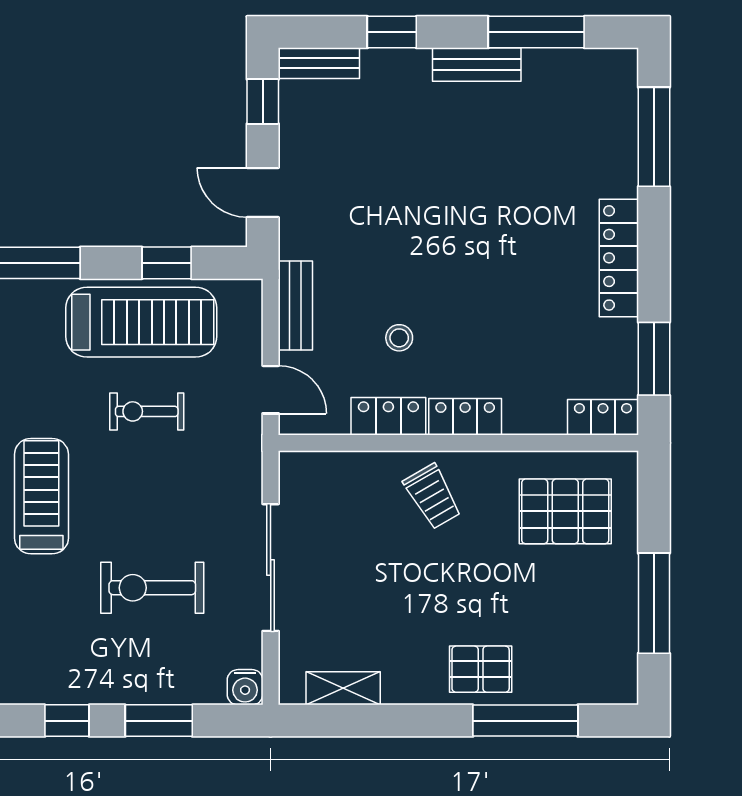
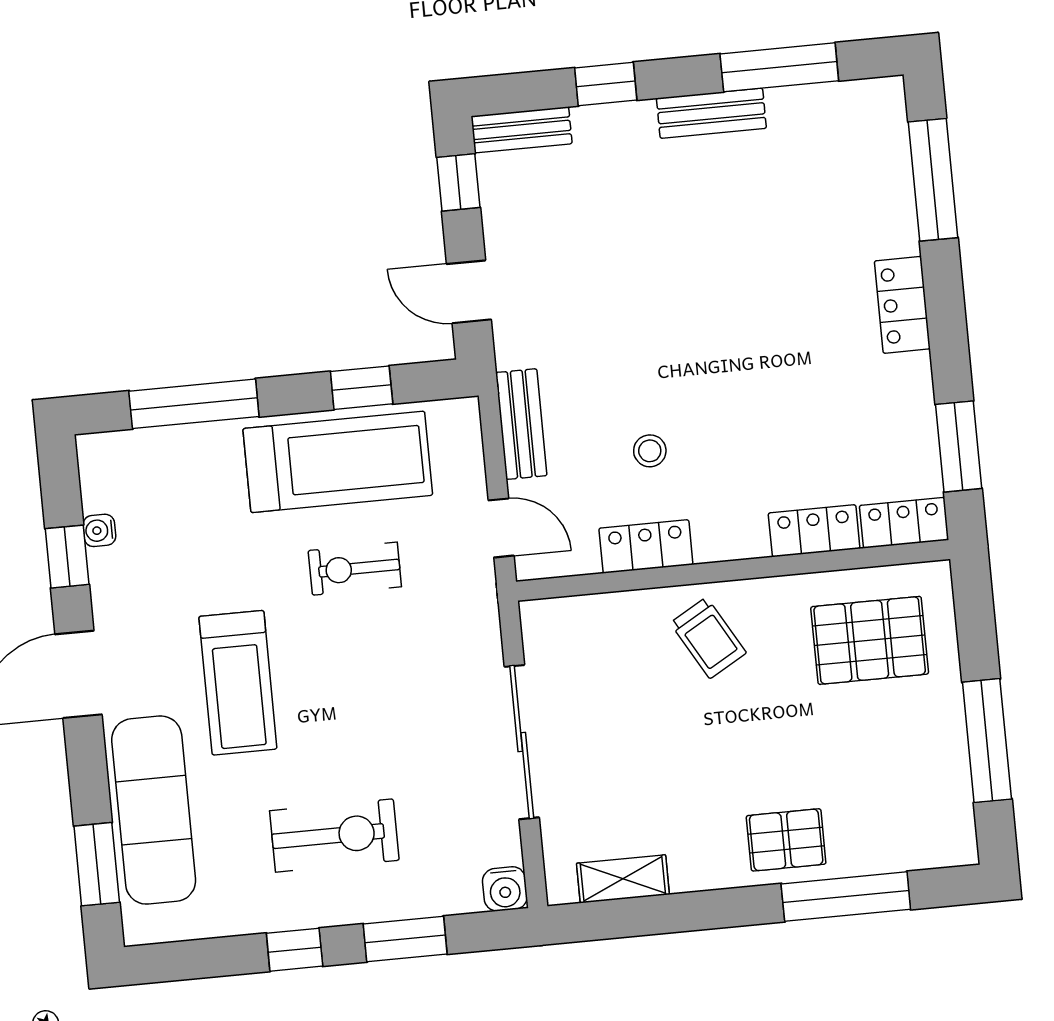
locker: (619, 258) -> (902, 305), width x0.66
locker: (465, 417) -> (814, 531), moved
treadmill: (41, 496) -> (238, 683), turned 180
exercise bike: (152, 588) -> (334, 835), moved, turned 180

